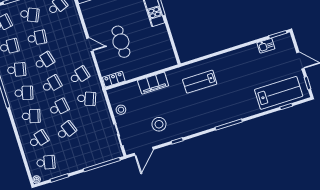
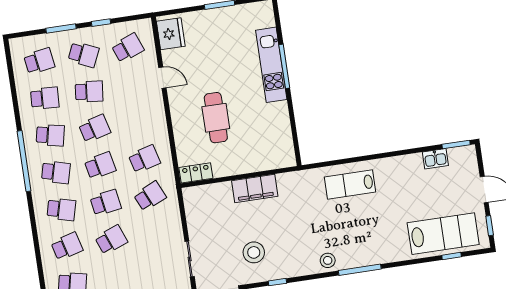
door: (90, 45) -> (162, 78), moved
lab bench: (200, 82) -> (350, 184), moved
school desk: (87, 99) -> (150, 196), turned -45
stool: (121, 110) -> (328, 260), moved

